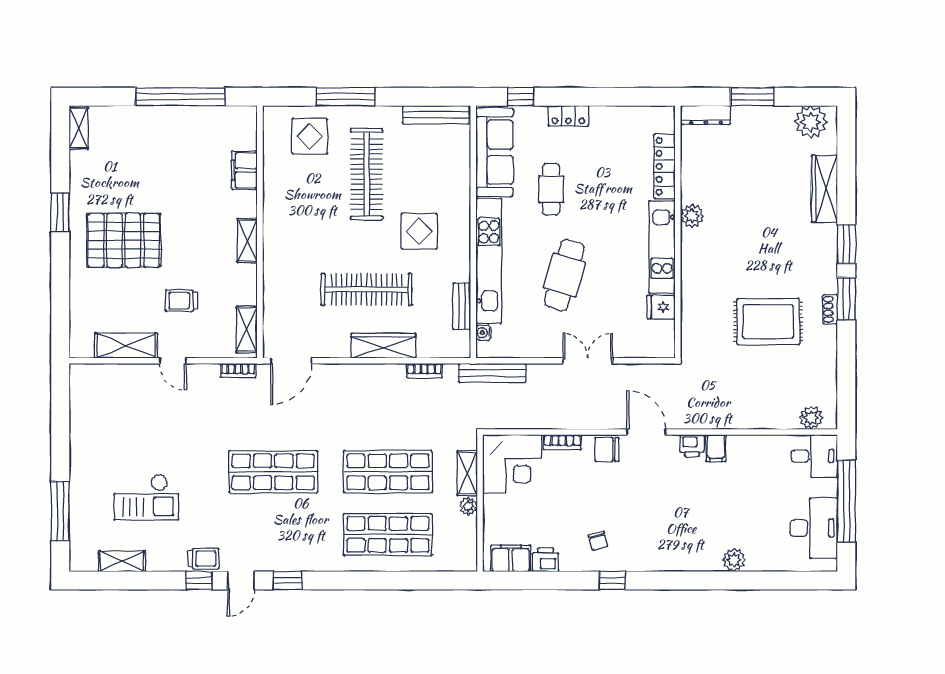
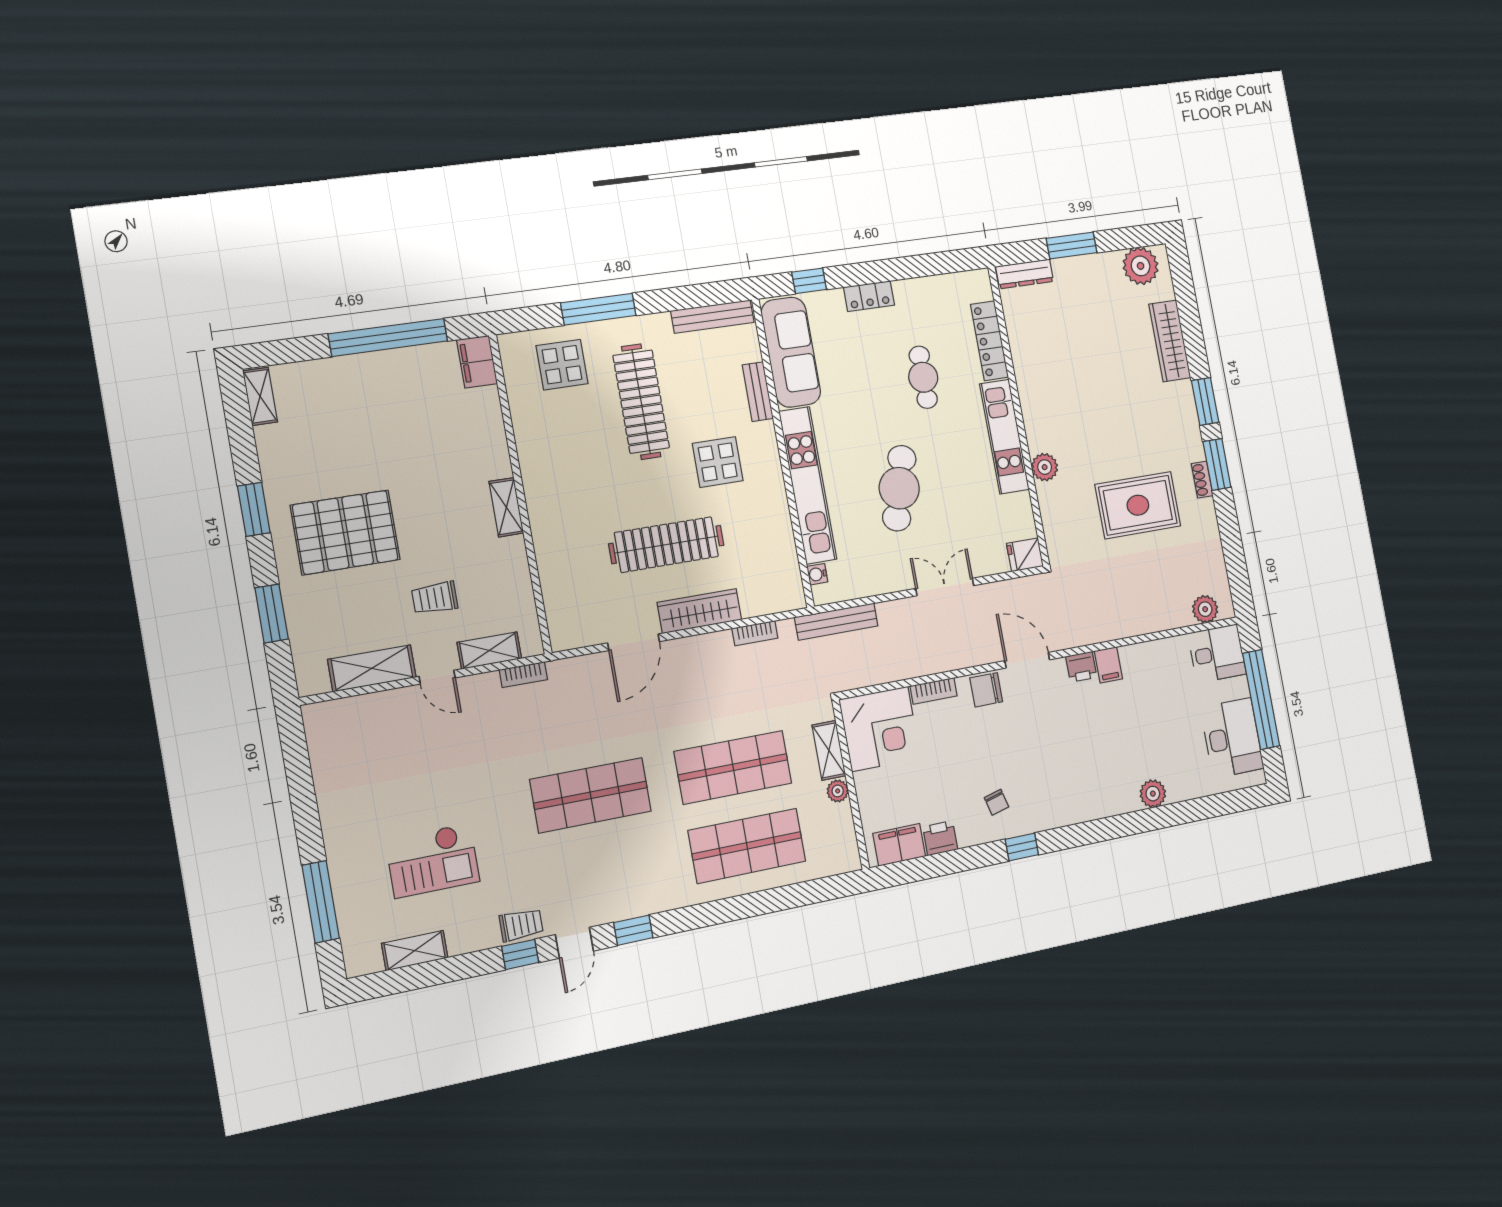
filing cabinet: (244, 170) -> (477, 362), moved
cafe table: (551, 189) -> (923, 377), moved
plant: (692, 216) -> (1045, 467), moved
window: (60, 292) -> (272, 613), added
bench: (462, 306) -> (758, 392), moved
fridge: (661, 307) -> (1025, 555), moved
shelving: (247, 330) -> (489, 650), moved, turned 90
door: (291, 361) -> (634, 642), moved

